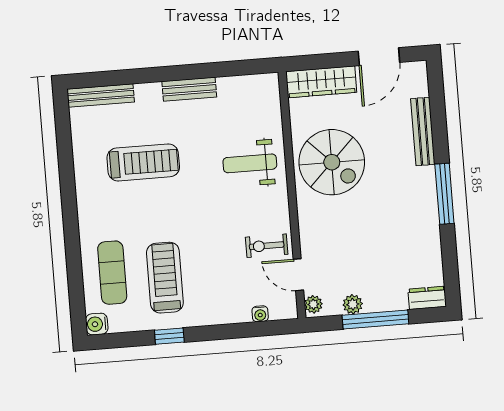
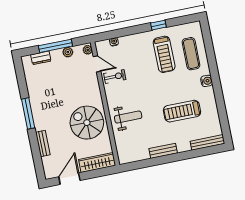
bench: (423, 132) -> (43, 144), width x0.73
dresser: (427, 298) -> (41, 58), moved
water cooler: (97, 324) -> (207, 81), moved

